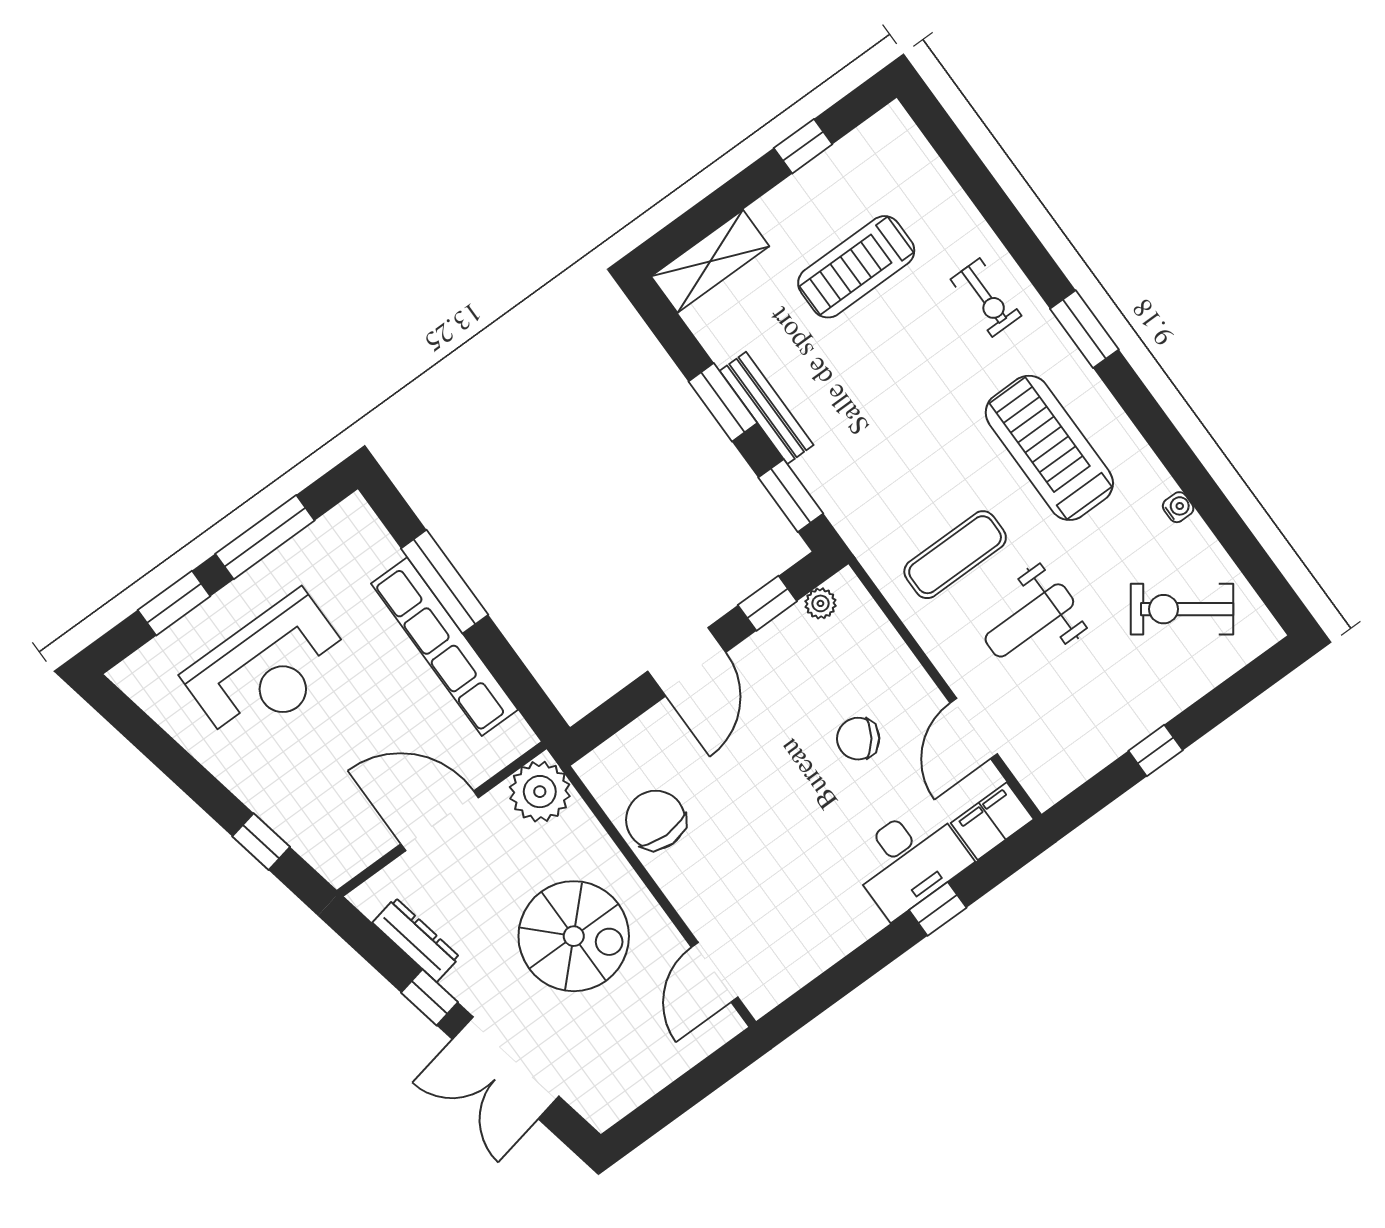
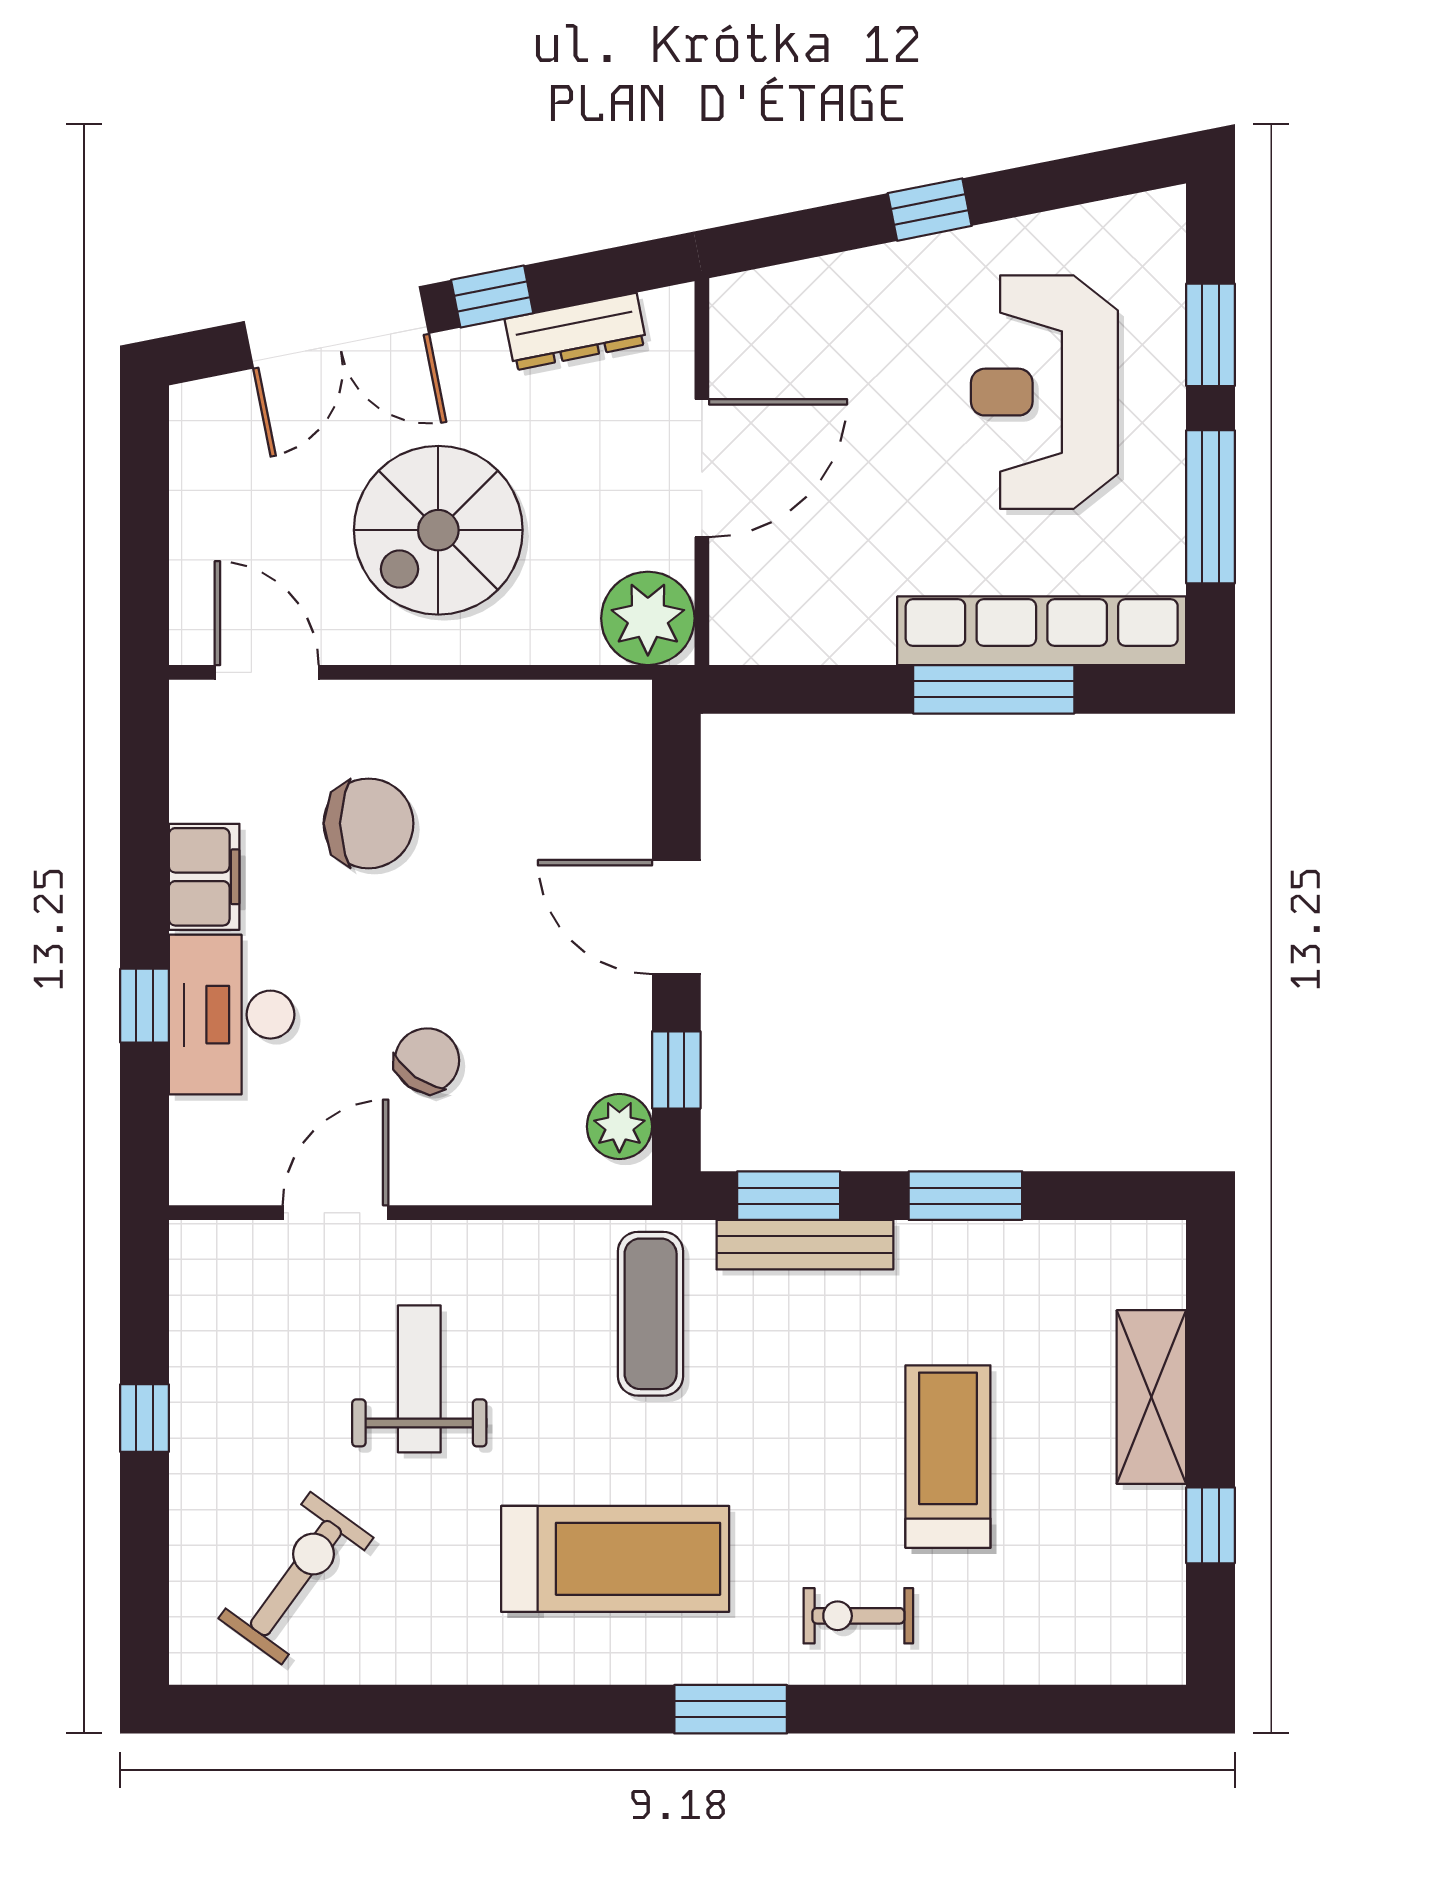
shelving: (710, 261) -> (1151, 1397), moved
treadmill: (856, 267) -> (948, 1457), moved
bench: (767, 408) -> (805, 1245), moved
water cooler: (1178, 507) -> (426, 1665), removed
exercise mat: (955, 555) -> (651, 1314), moved
plant: (820, 603) -> (619, 1127), width x1.38, depth x1.38
row of seats: (444, 647) -> (1042, 631), moved
door: (974, 729) -> (336, 1213), hinge flipped
chair: (656, 820) -> (369, 823), moved
filing cabinet: (992, 821) -> (204, 877), moved
window: (261, 842) -> (930, 210), moved
double door: (506, 1068) -> (336, 327), swing flipped

